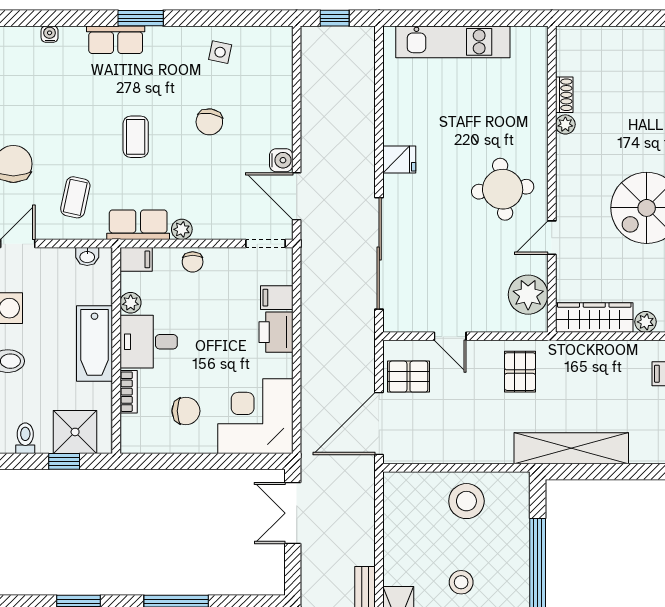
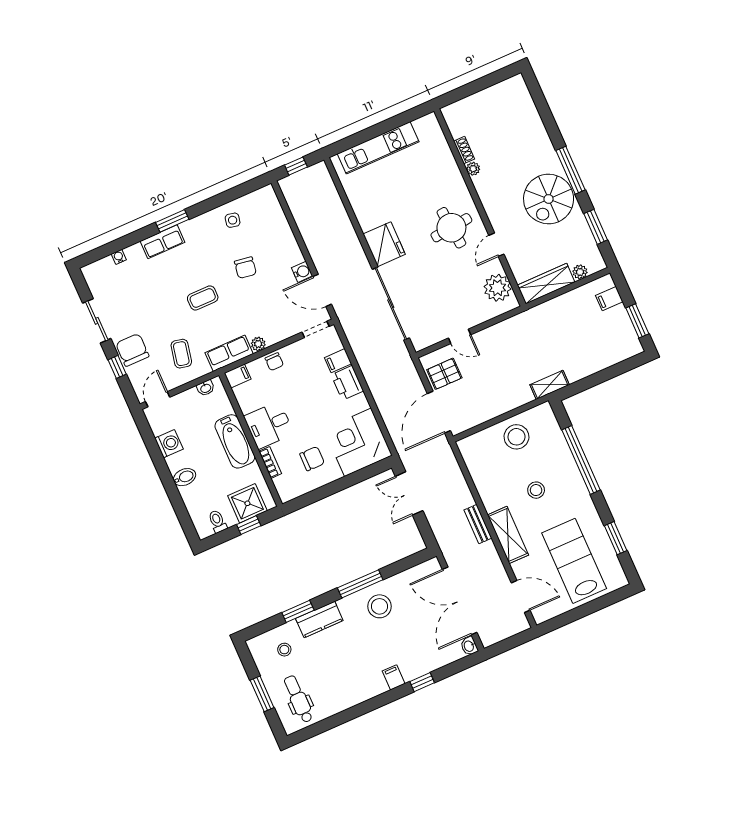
coffee table: (136, 137) -> (203, 298), turned 90
fridge: (399, 160) -> (384, 244), width x1.88, depth x1.34
plant: (131, 303) -> (246, 405), removed
pallet: (520, 372) -> (514, 339), removed
shelving: (571, 448) -> (550, 385), width x0.45, depth x0.75

